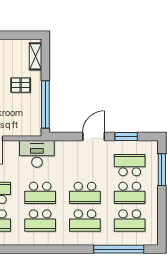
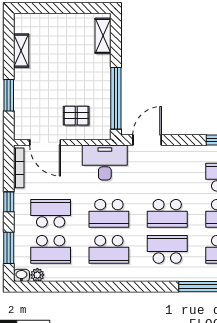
pallet: (21, 85) -> (76, 116), moved
door: (94, 136) -> (147, 140), moved
school desk: (85, 221) -> (167, 249), turned 180

